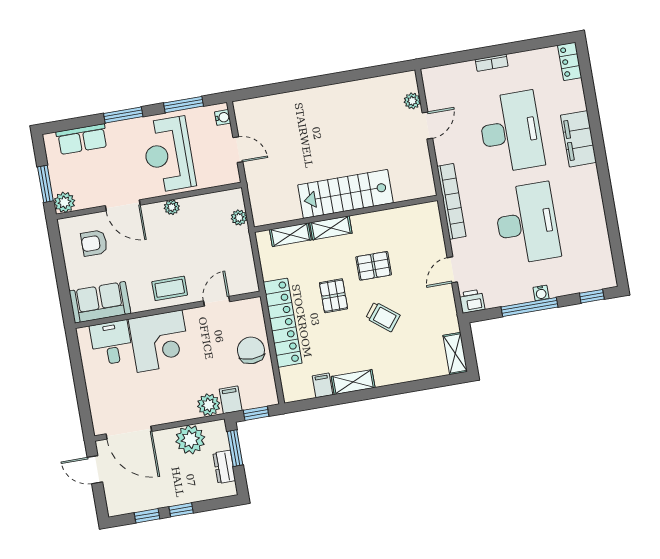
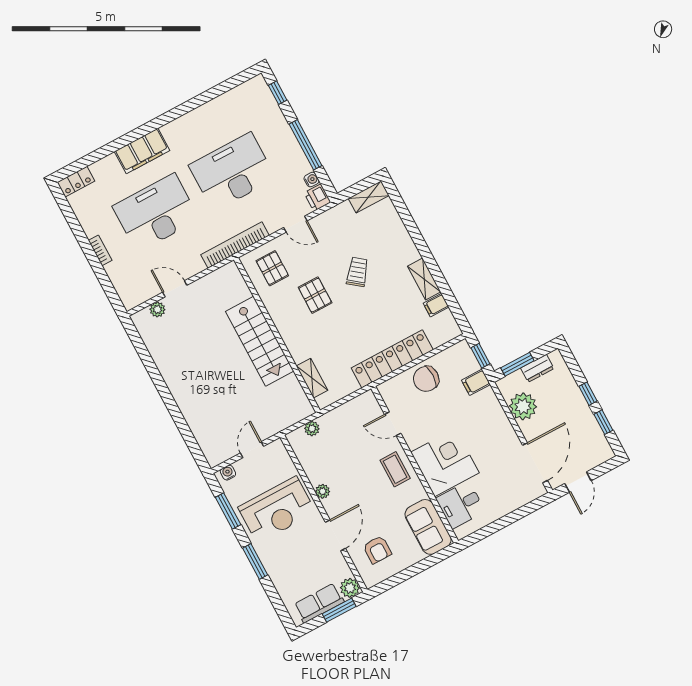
row of seats: (82, 139) -> (319, 603), moved, turned -90
shelving: (331, 228) -> (294, 344), removed
water cooler: (541, 293) -> (312, 180), moved
pallet: (334, 296) -> (272, 268), moved, turned 90
plant: (209, 405) -> (487, 400), removed

